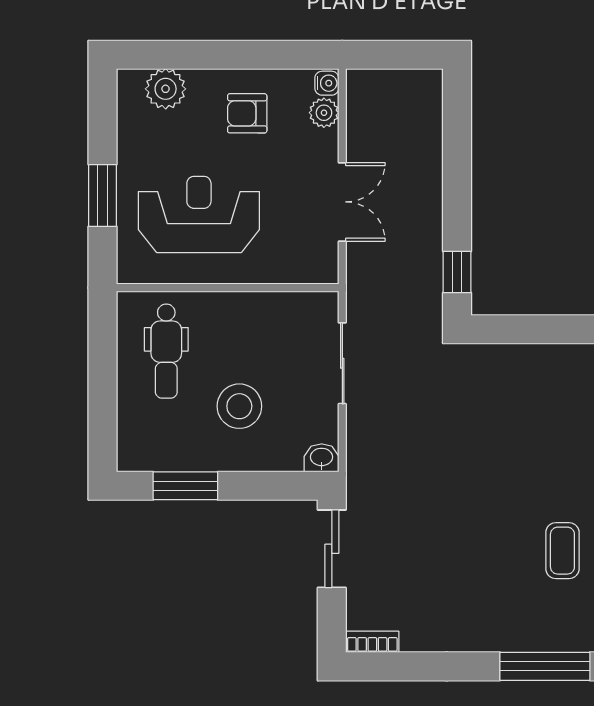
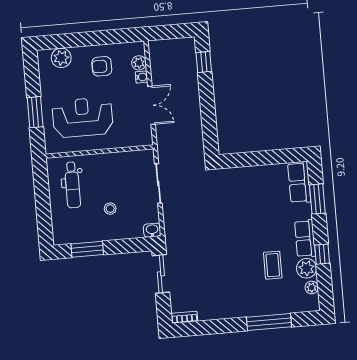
water cooler: (327, 83) -> (142, 77), moved
window: (457, 272) -> (204, 62), moved
stool: (239, 406) -> (110, 209), width x0.53, depth x0.53

